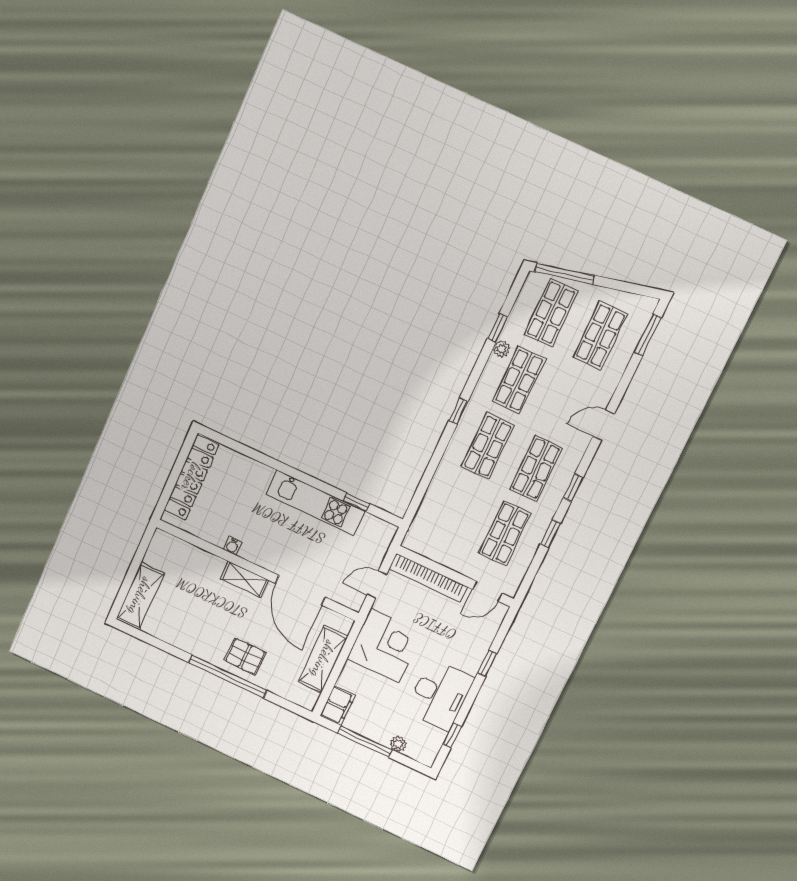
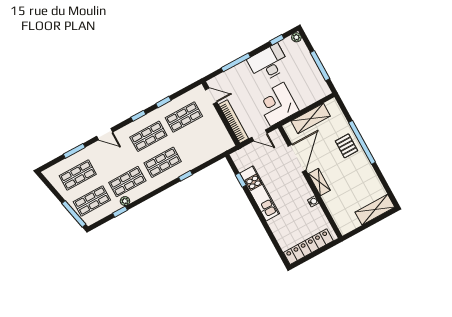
window: (648, 335) -> (74, 151), moved
window: (458, 411) -> (186, 176), moved
window: (487, 663) -> (236, 62), width x2.17
filing cabinet: (338, 706) -> (320, 92), removed
plant: (398, 744) -> (296, 37), moved

